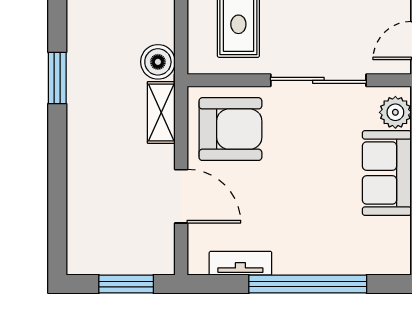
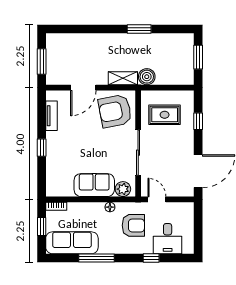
armchair: (230, 129) -> (115, 111), turned 79
window: (308, 284) -> (42, 148), width x0.32

